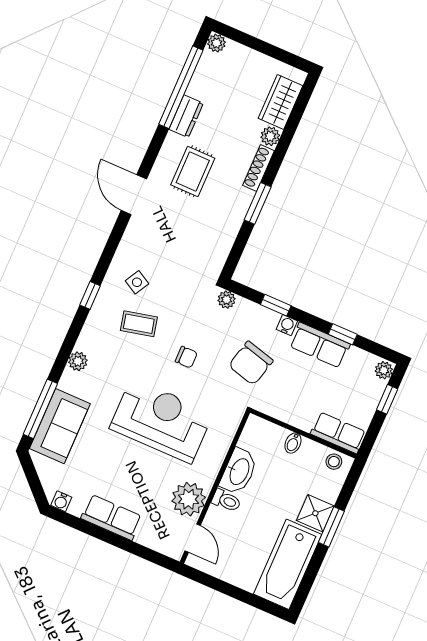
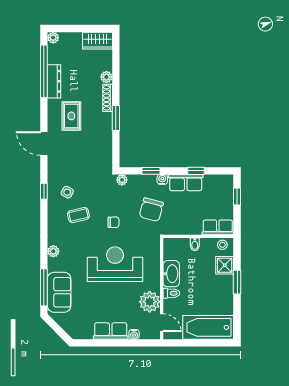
wardrobe: (281, 102) -> (97, 41), moved, turned -90
dresser: (186, 116) -> (54, 81), width x1.44
window: (90, 295) -> (44, 191), moved
plant: (384, 370) -> (228, 181), removed
water cooler: (61, 501) -> (134, 334), moved
shower: (315, 513) -> (225, 265), moved
bathtub: (288, 564) -> (208, 327), moved, turned 90

